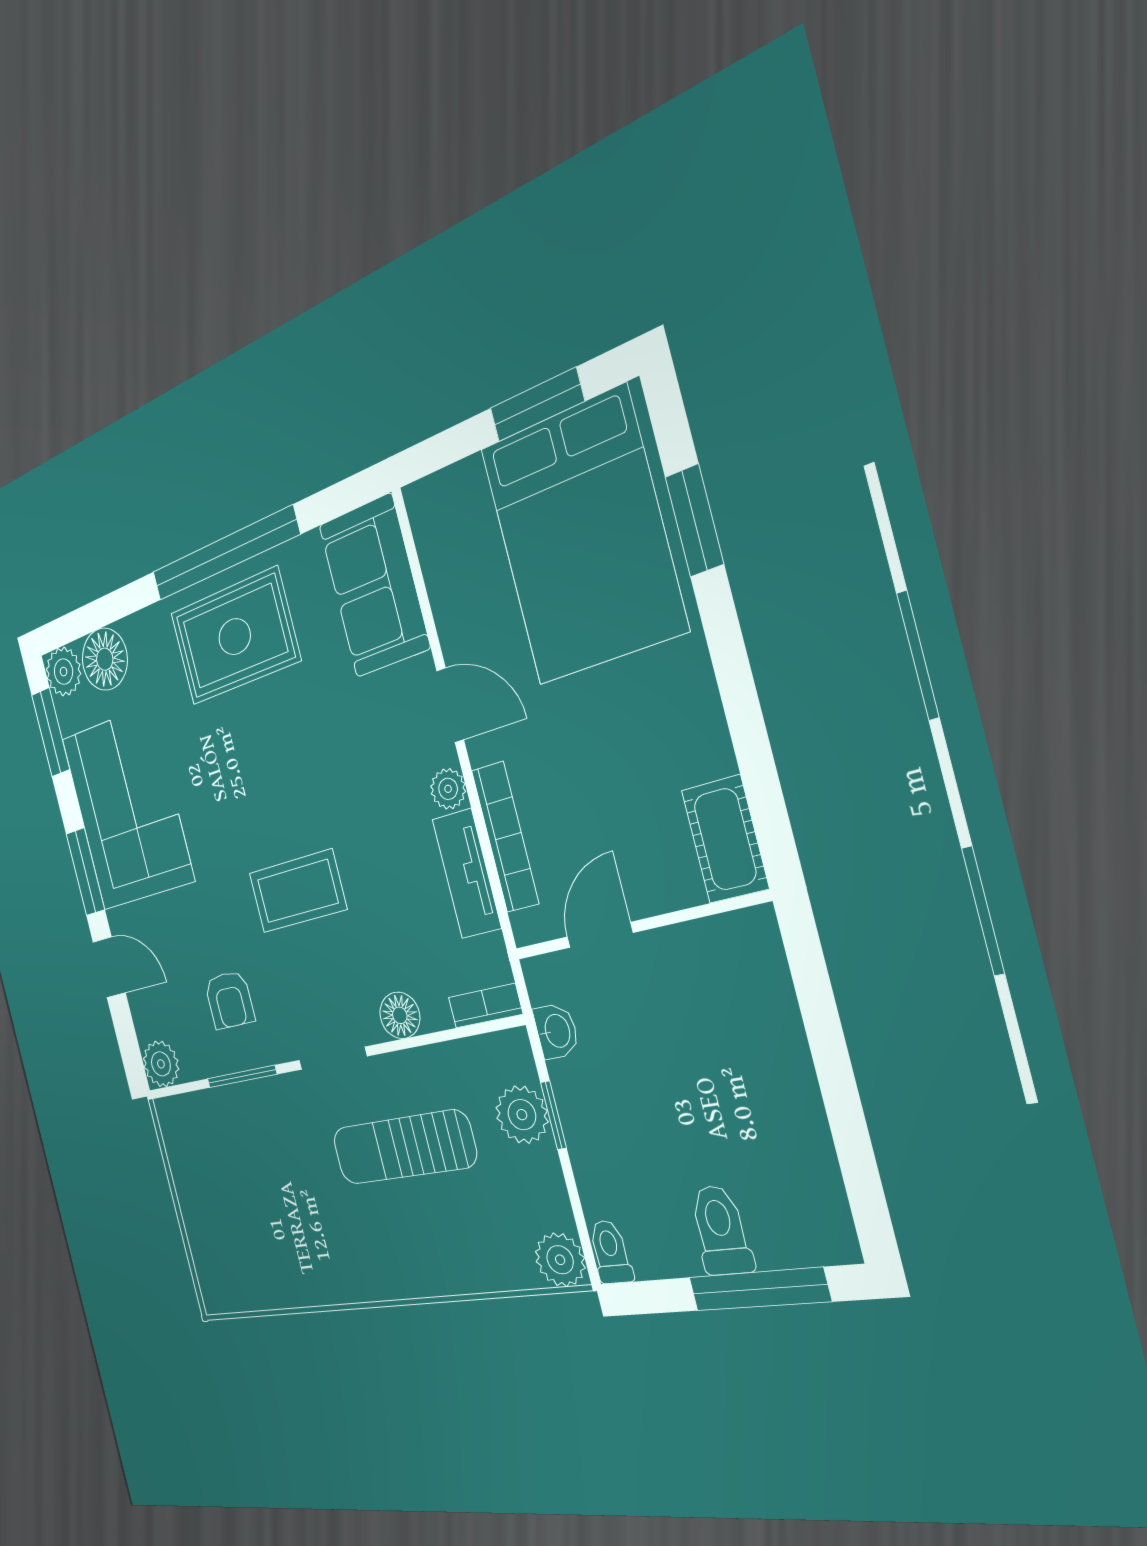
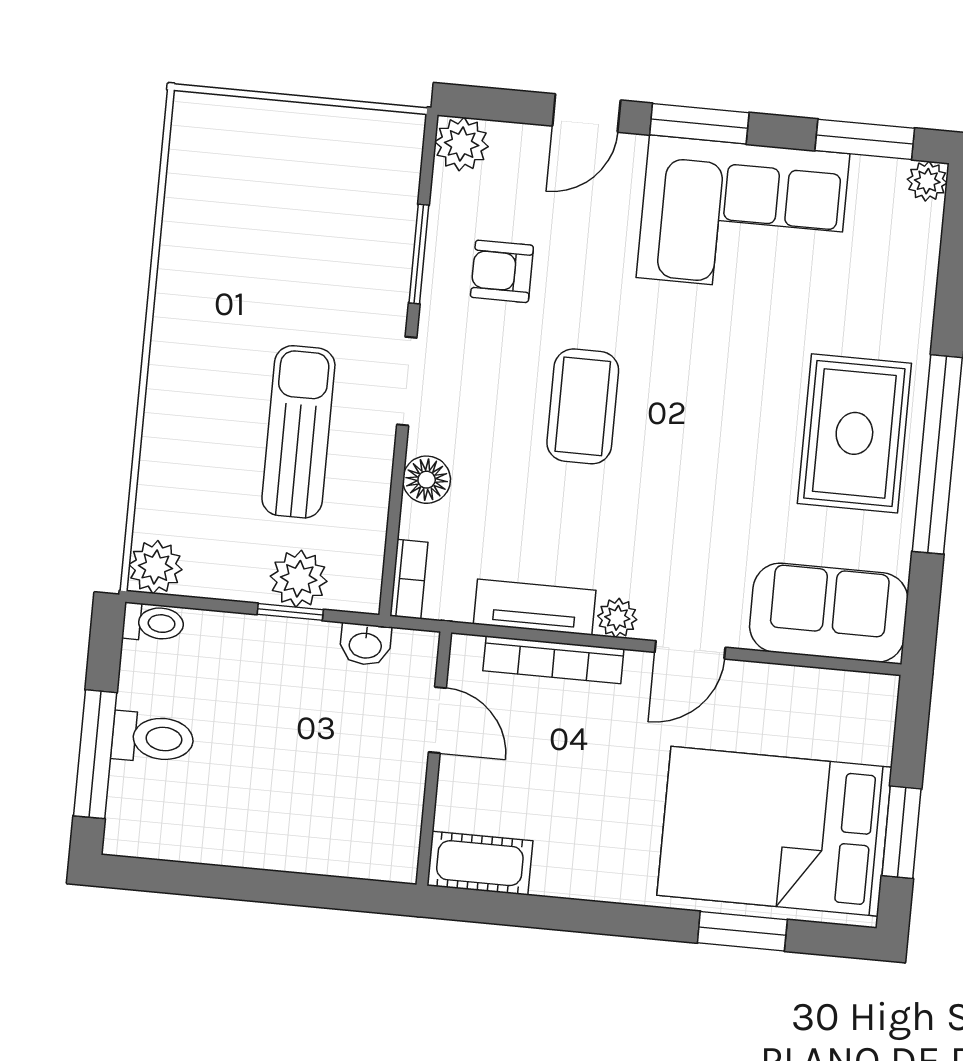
floor lamp: (105, 659) -> (906, 253), removed
plant: (64, 672) -> (927, 181), width x0.73, depth x0.73

